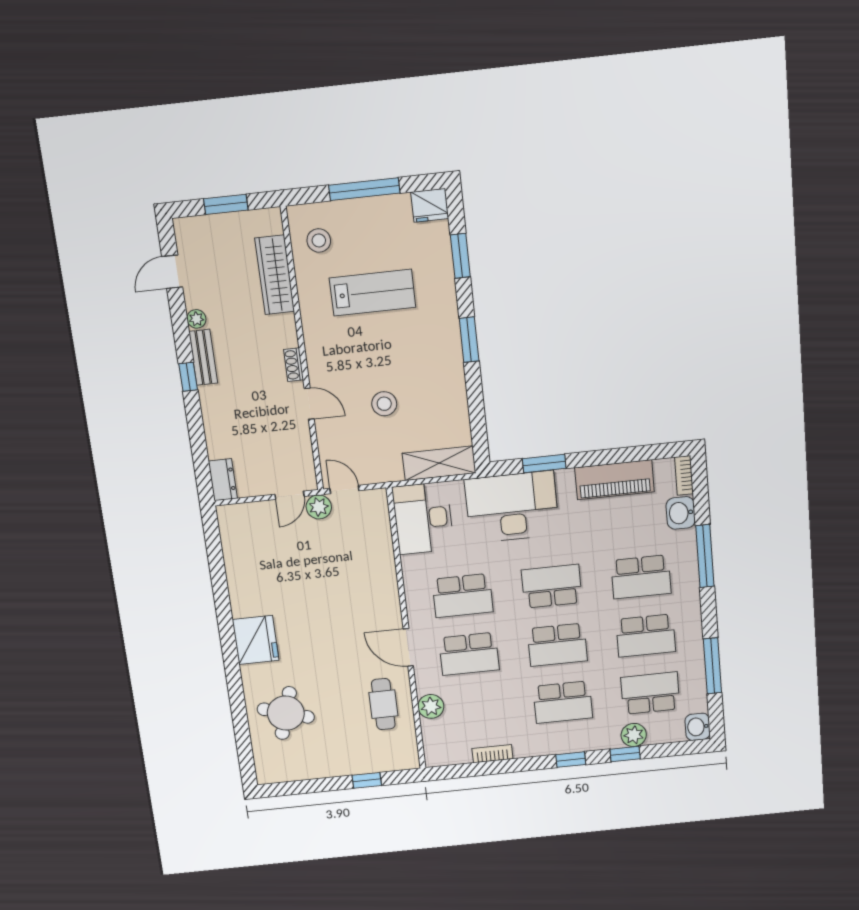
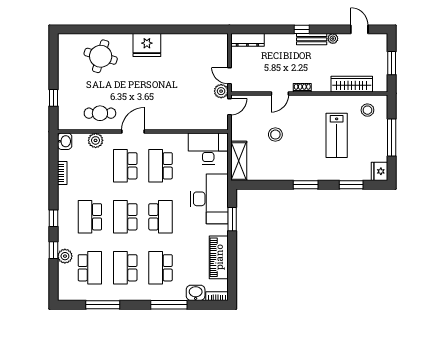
dresser: (223, 480) -> (247, 40), width x1.44
washbasin: (698, 727) -> (65, 141), moved, turned 90

